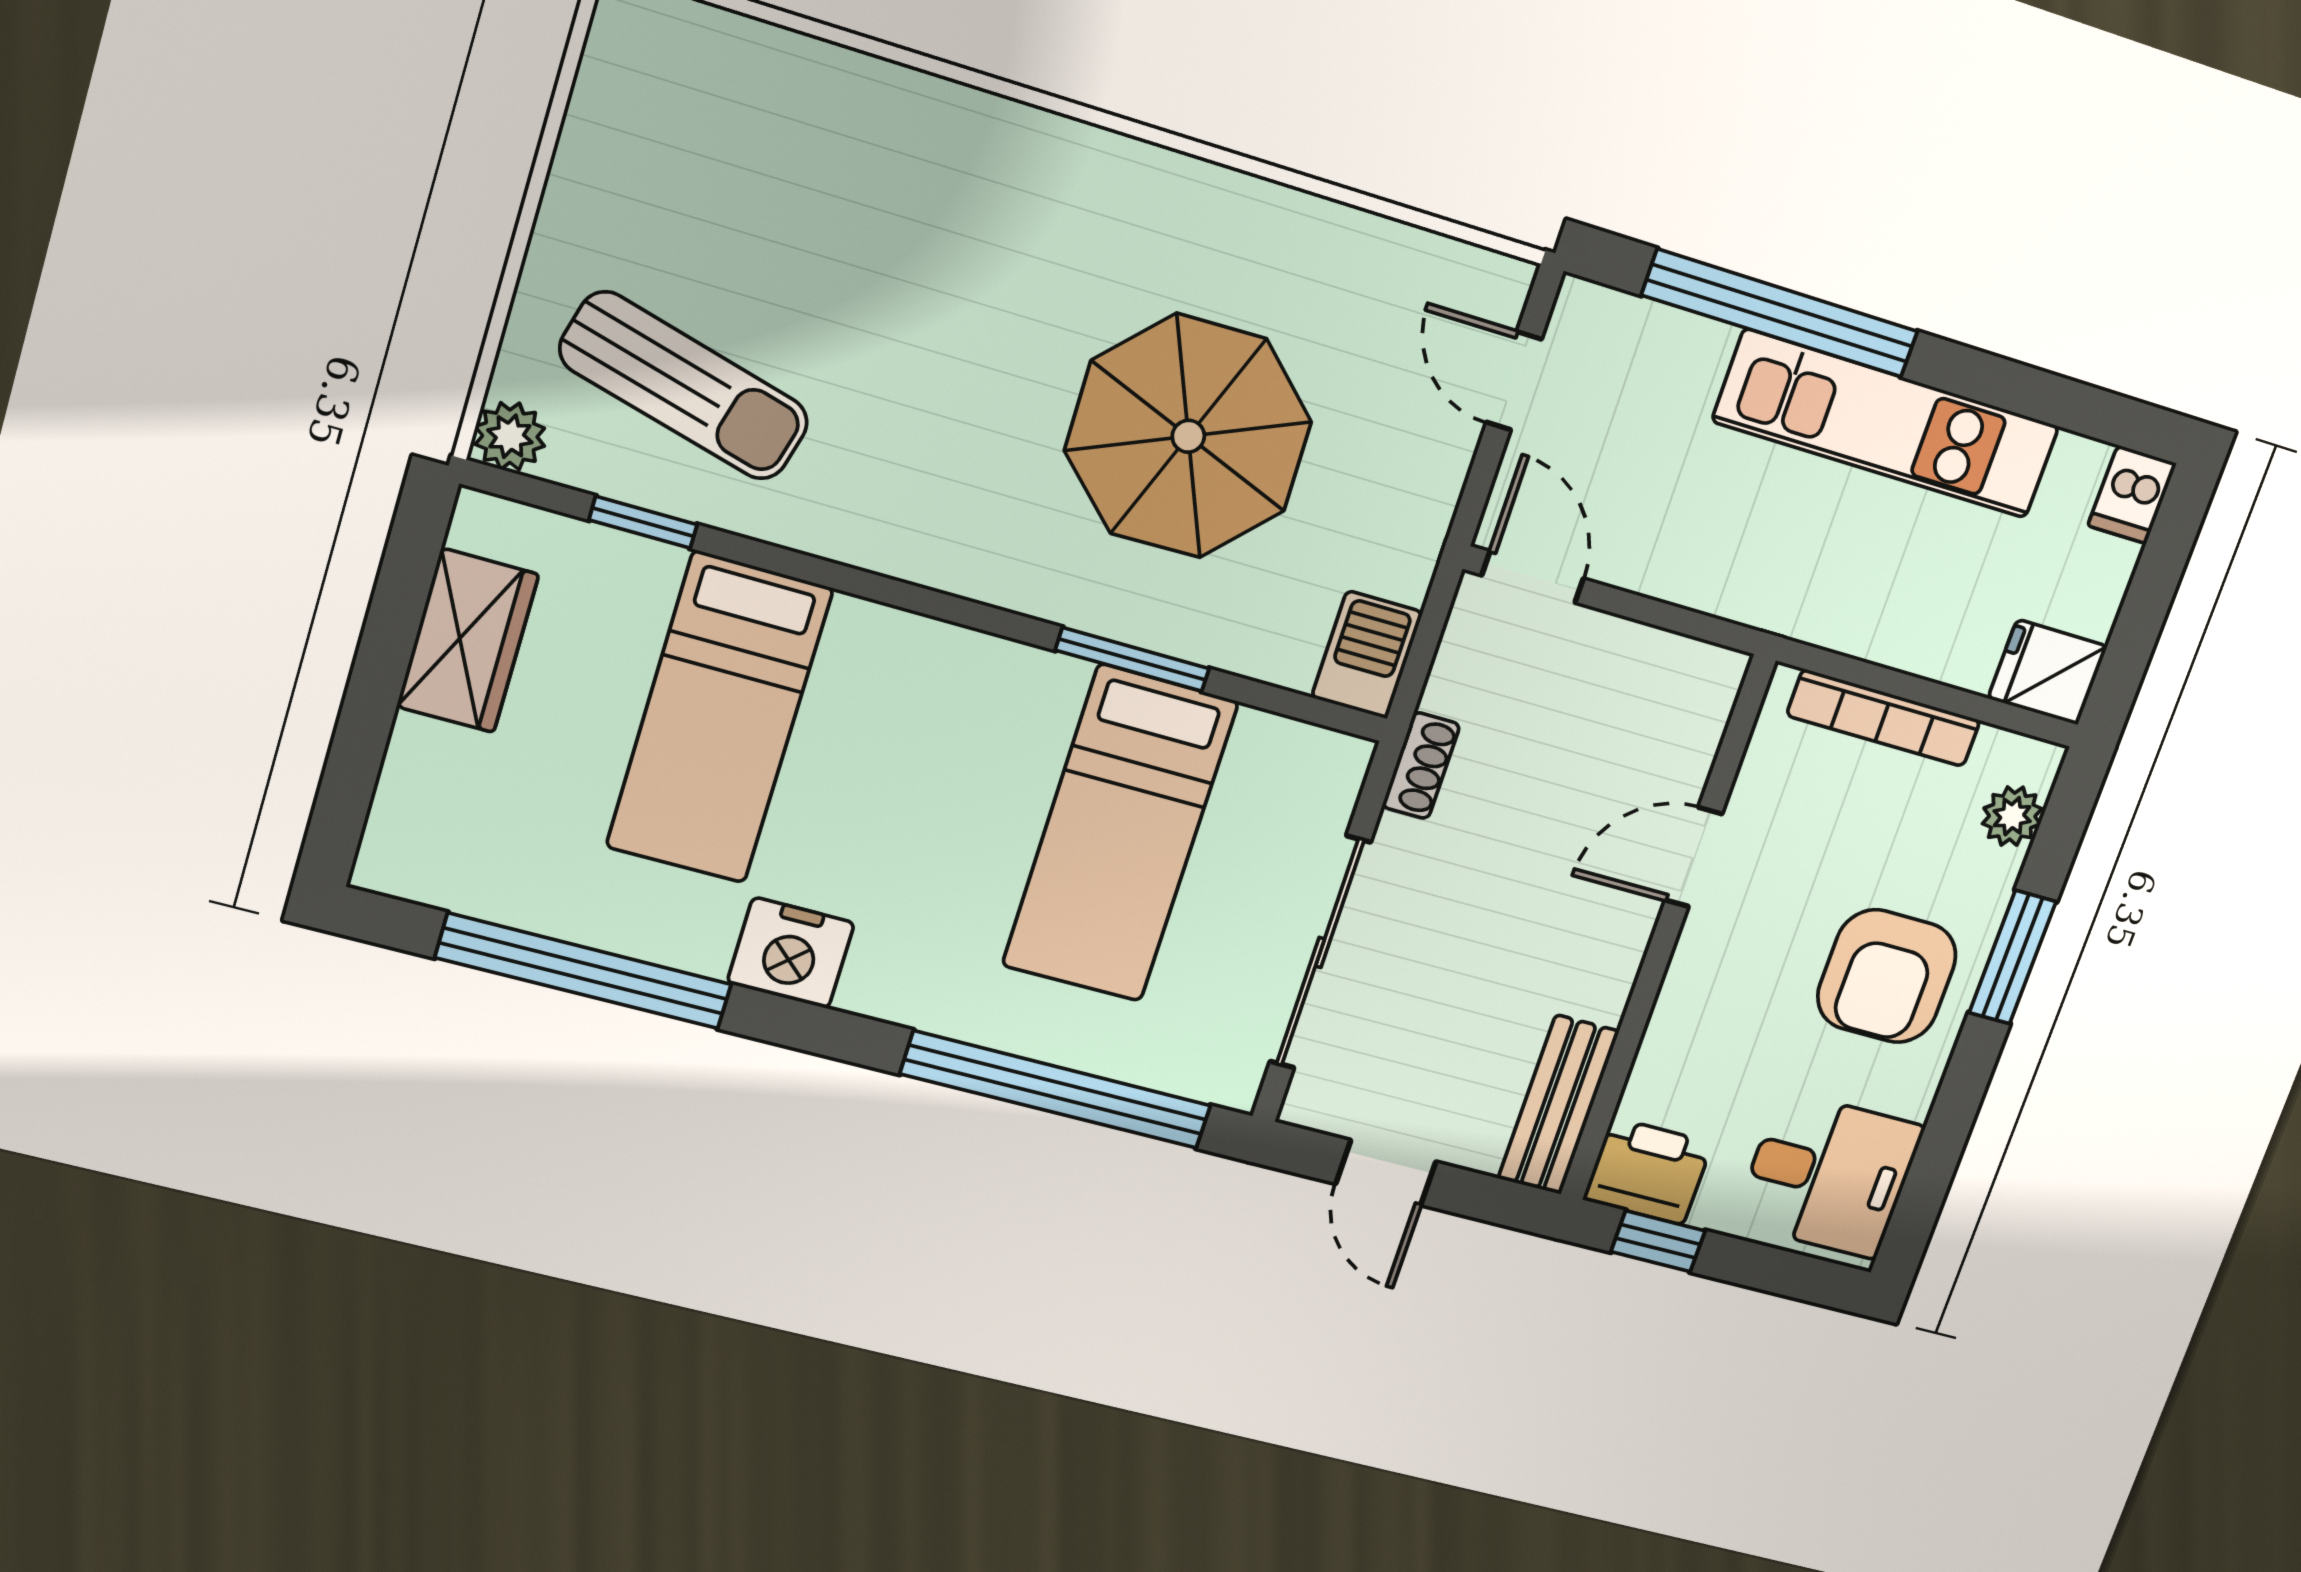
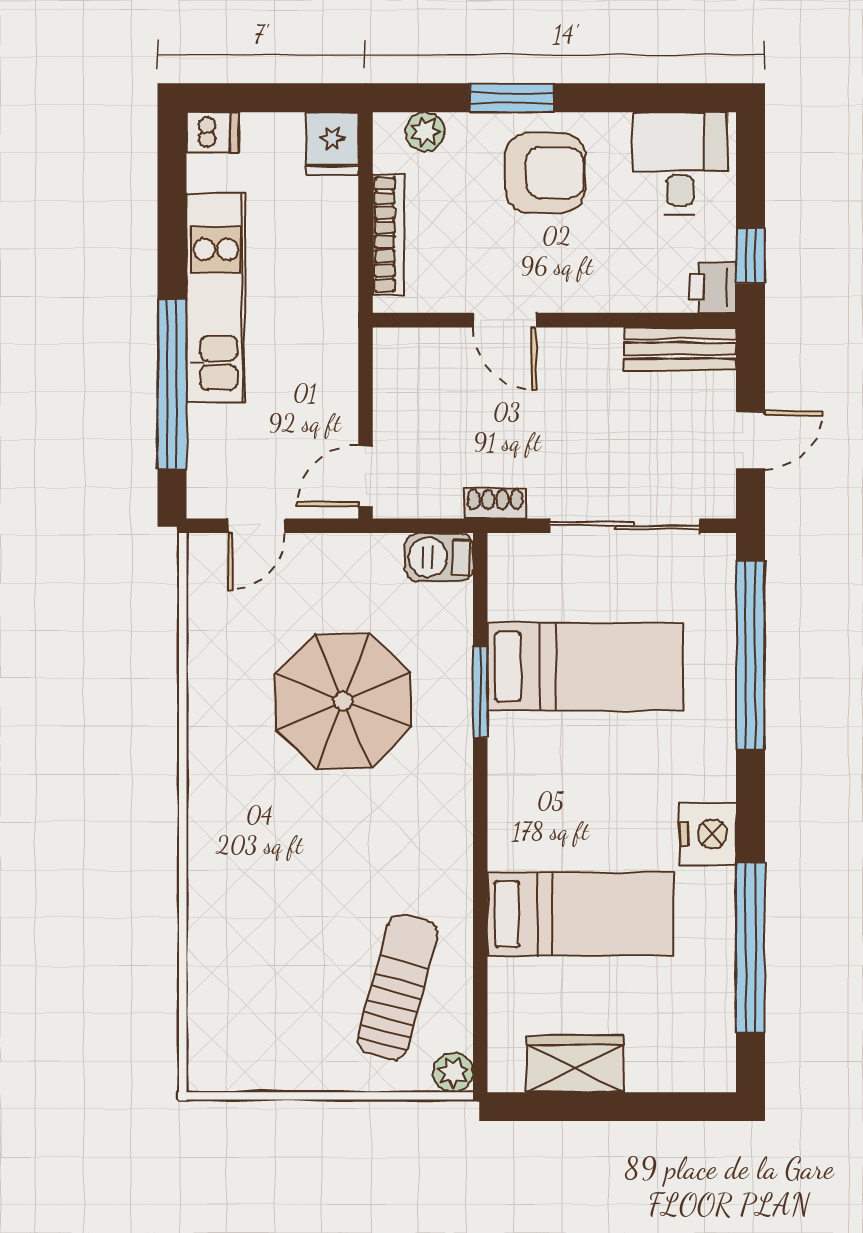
window: (643, 522) -> (480, 988), removed
printer: (1648, 1171) -> (713, 287), width x0.73, depth x0.81

